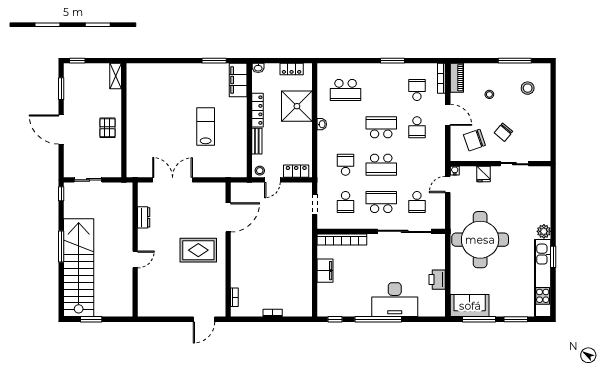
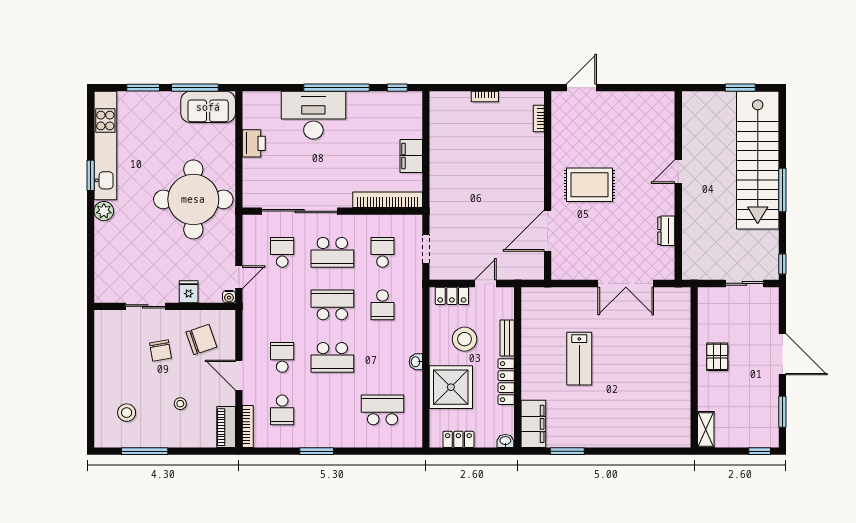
chair: (503, 132) -> (161, 351), turned 130
stool: (260, 171) -> (465, 339), moved, width x1.89, depth x1.89

